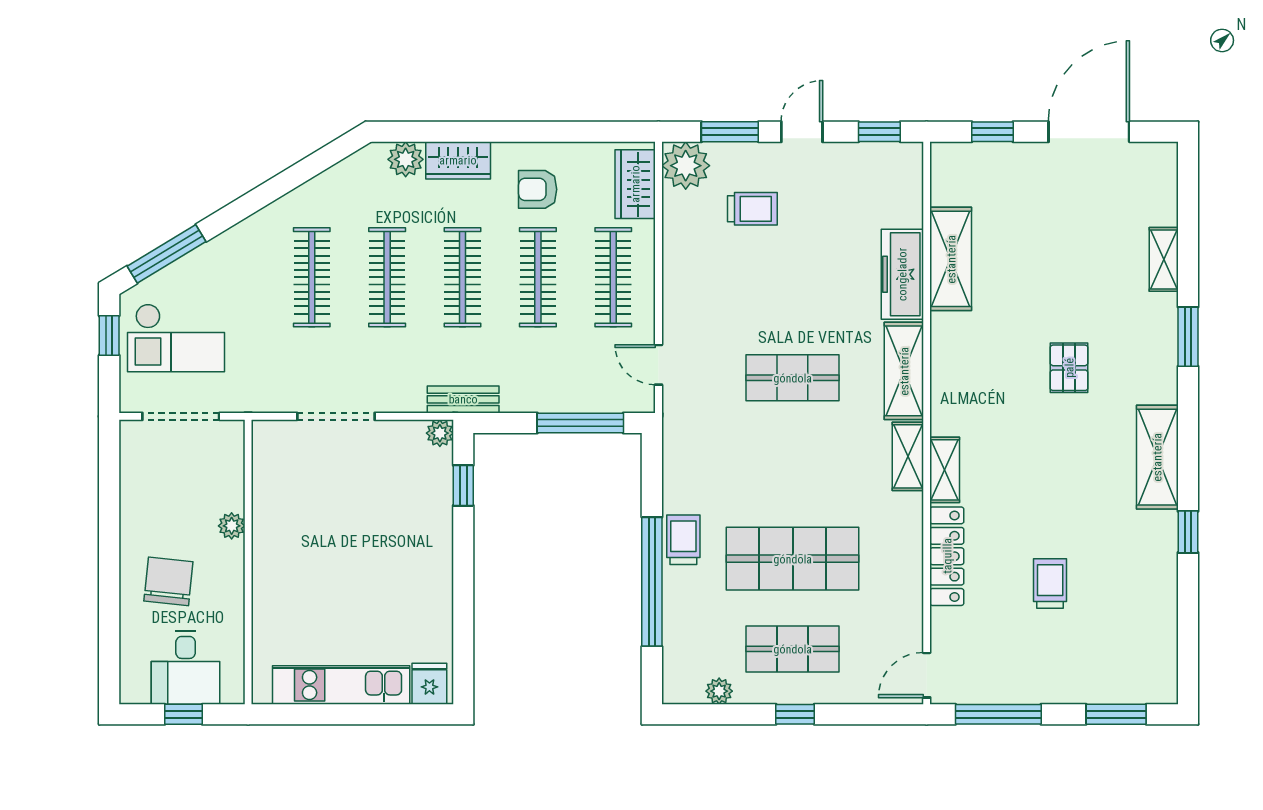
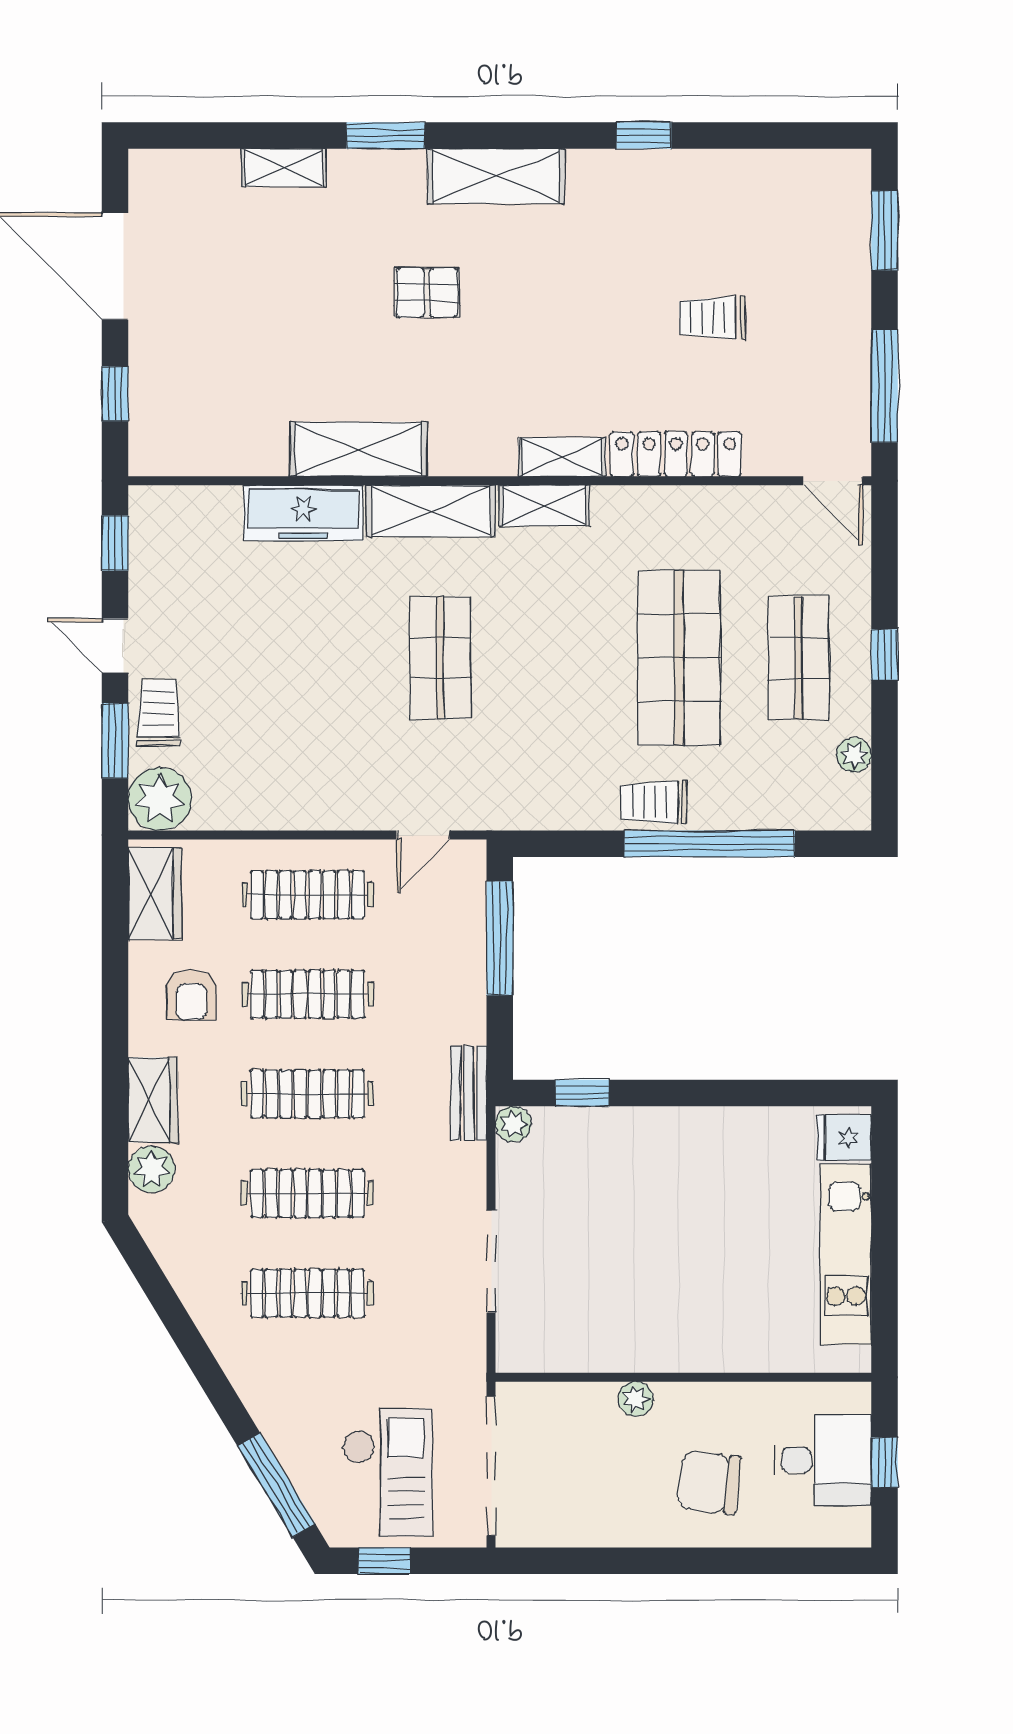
wardrobe: (635, 184) -> (155, 894), moved, turned -90
trolley: (752, 209) -> (159, 713), moved
shelving: (951, 259) -> (358, 449), moved
doorway: (181, 416) -> (491, 1466), width x1.36
shelving: (1157, 457) -> (496, 176), moved

